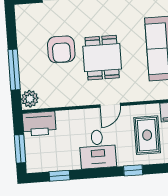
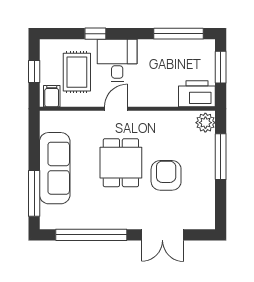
desk: (98, 149) -> (117, 60), moved
window: (60, 176) -> (178, 34), width x2.17

